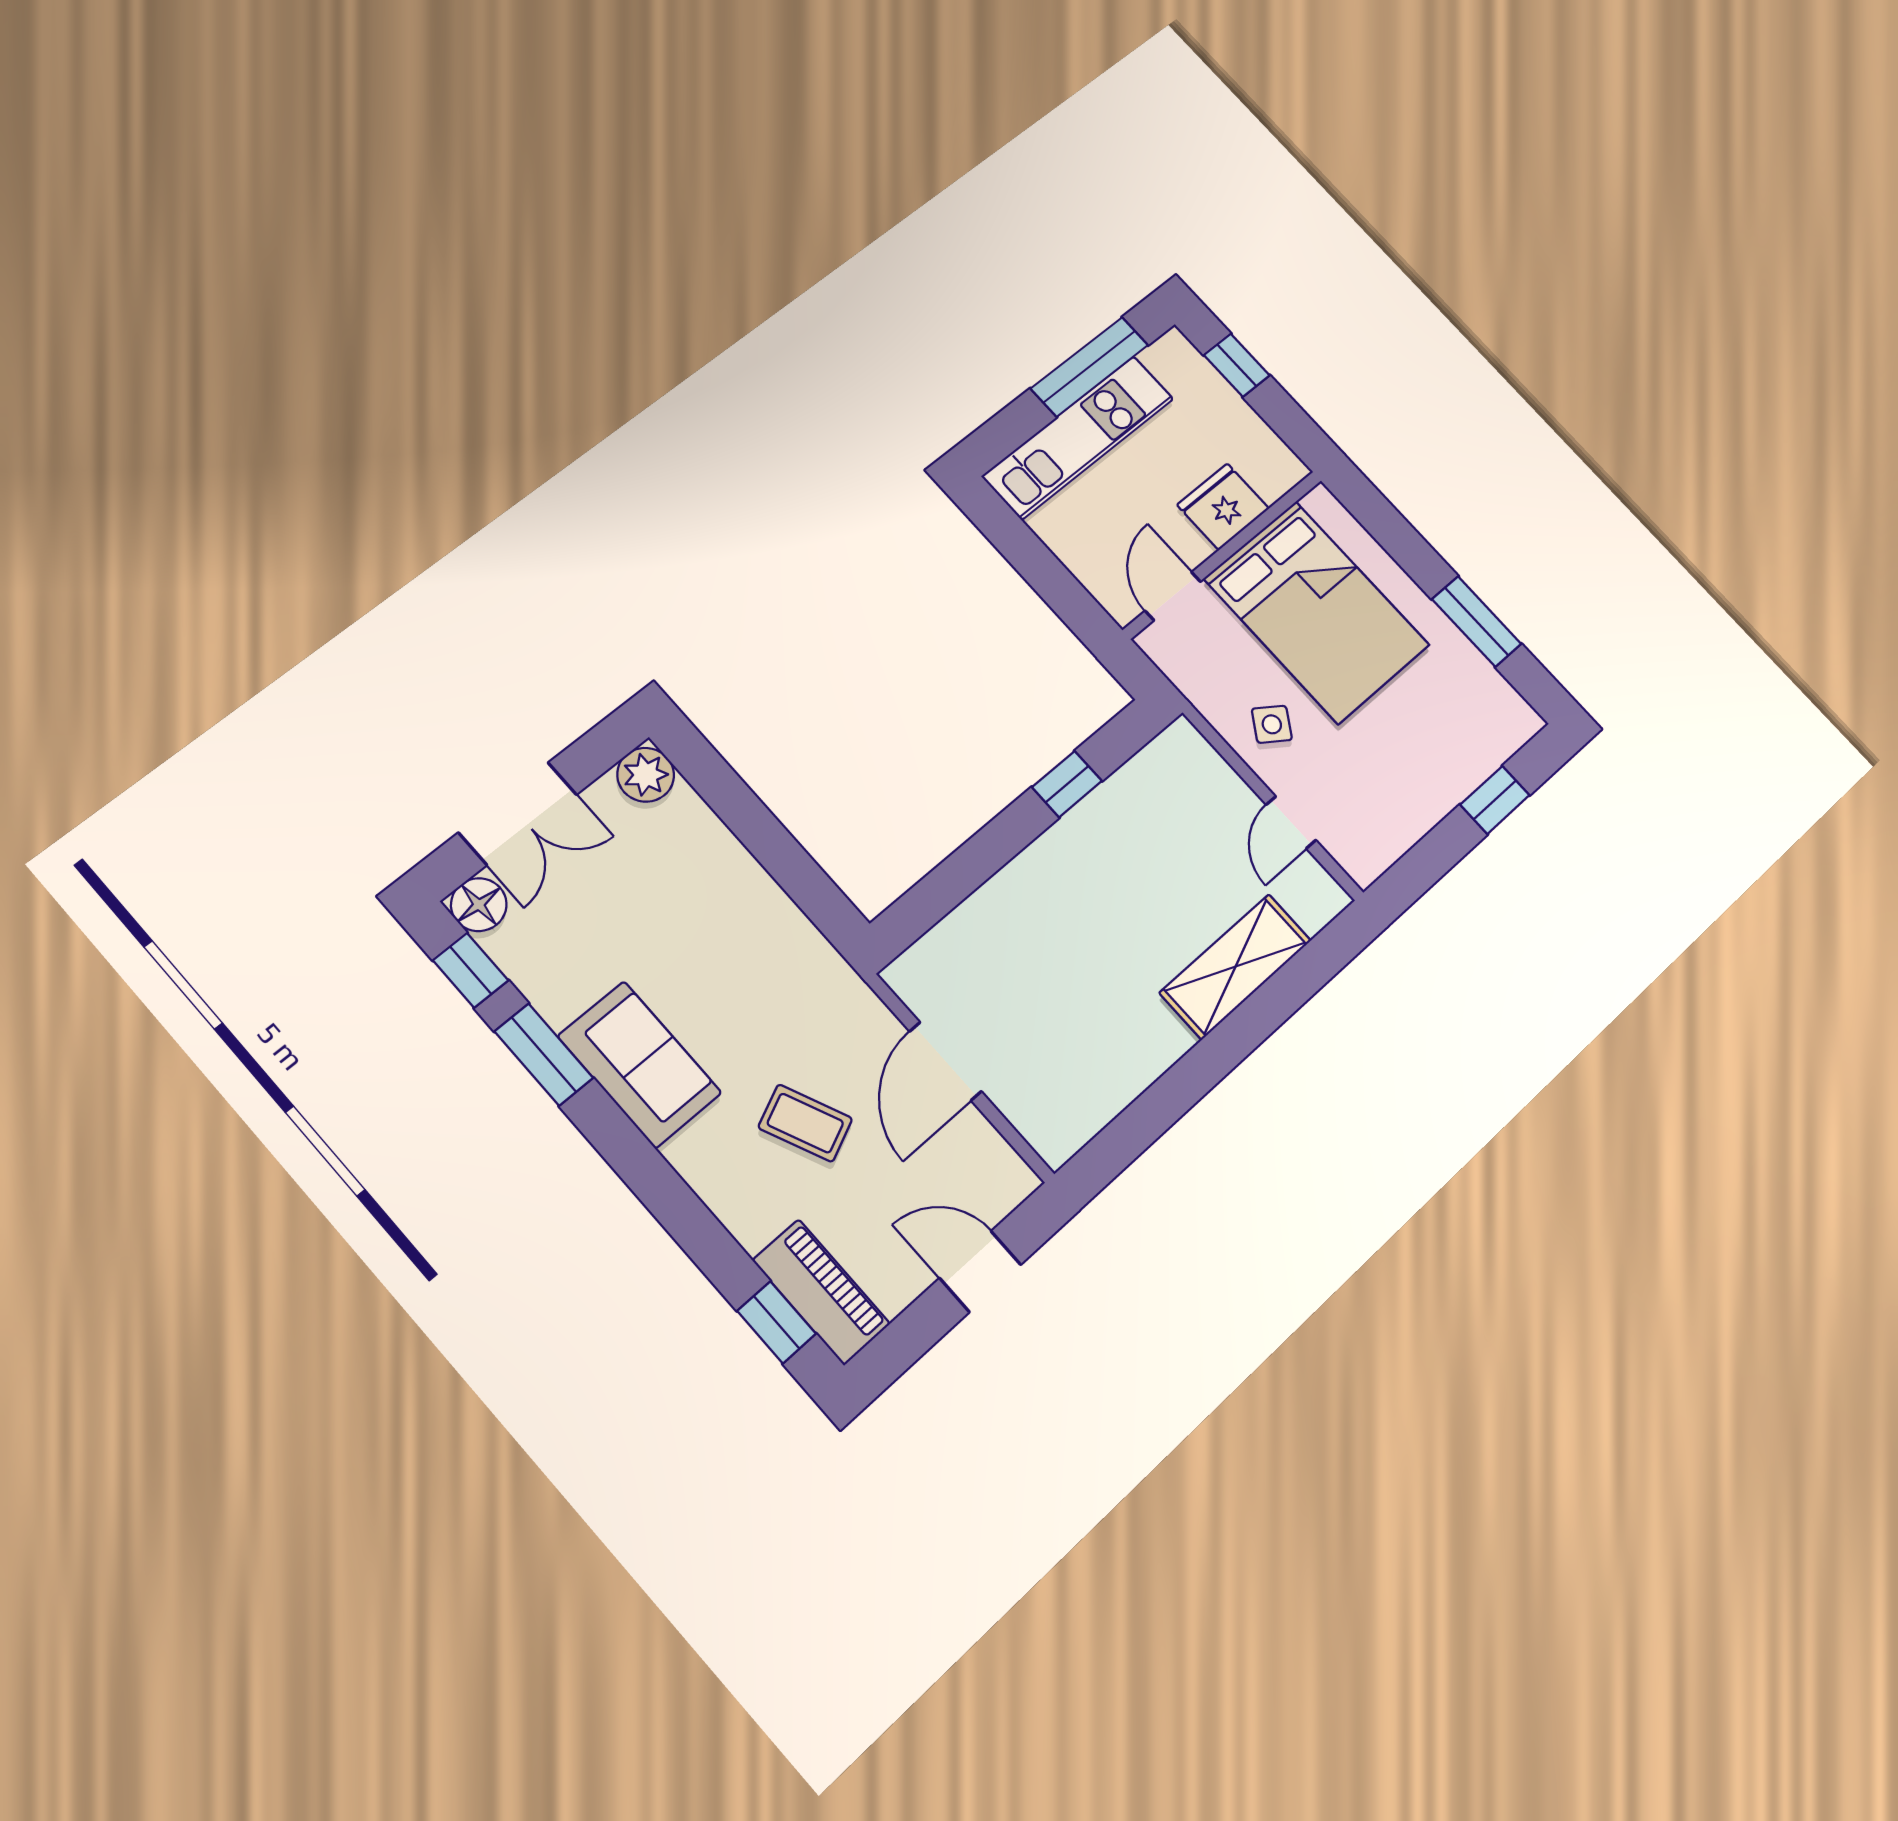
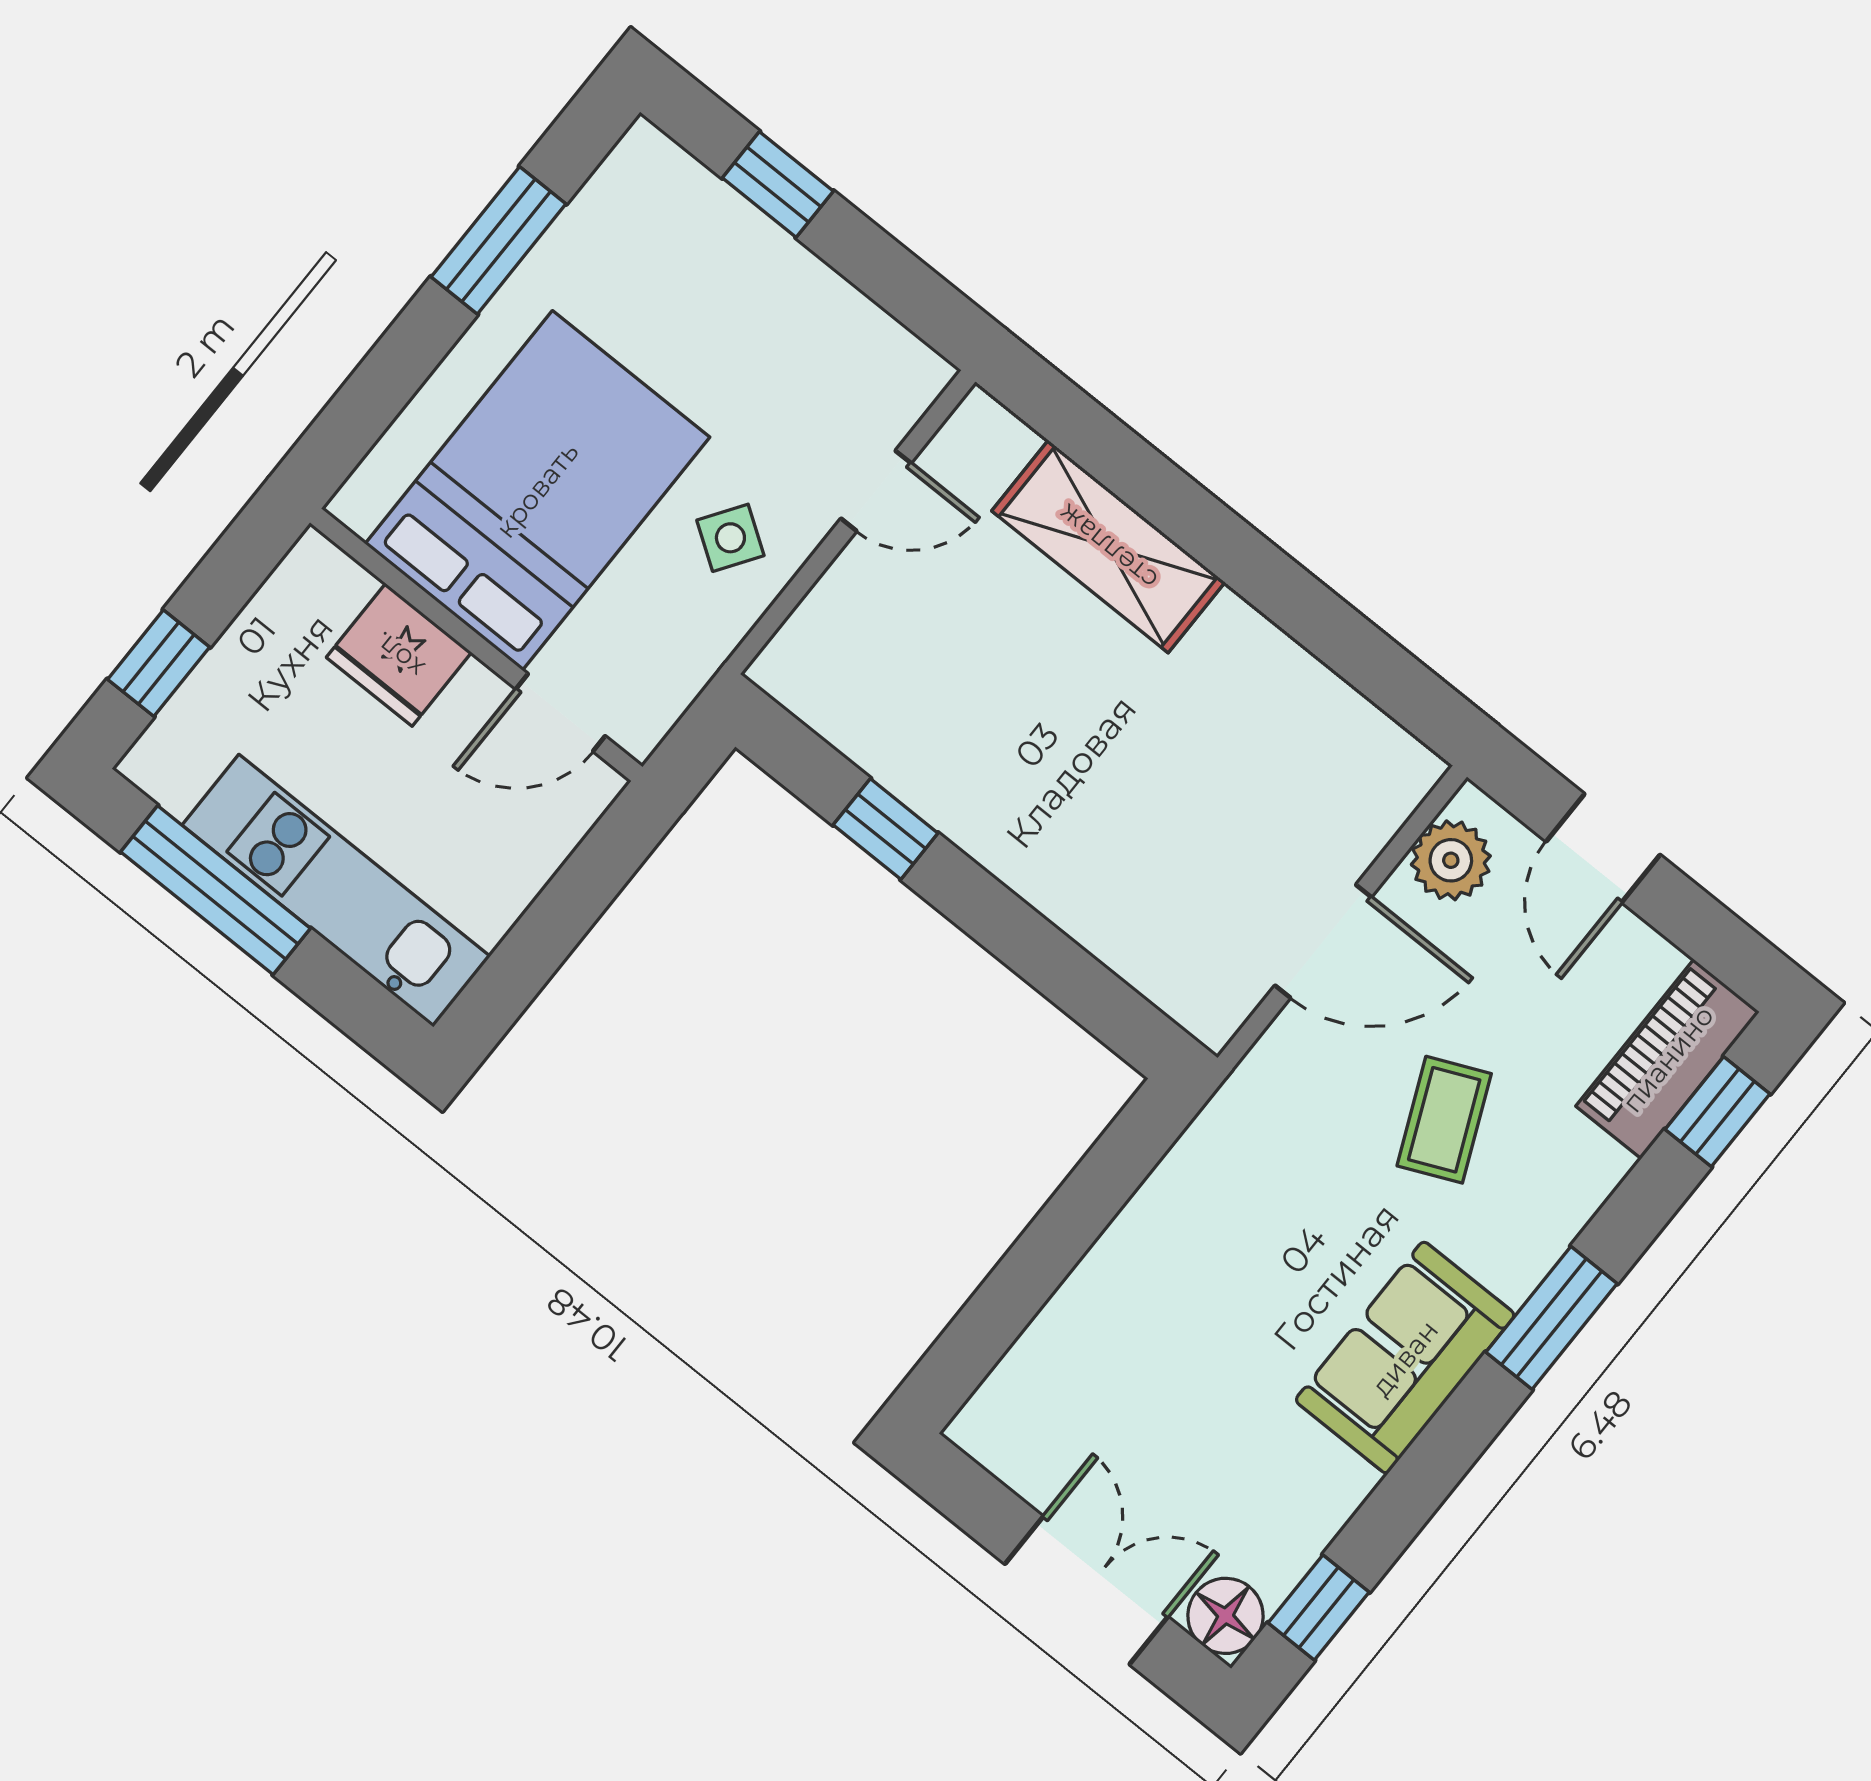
plant: (646, 775) -> (1451, 860), moved
window: (544, 1055) -> (1552, 1318), moved

